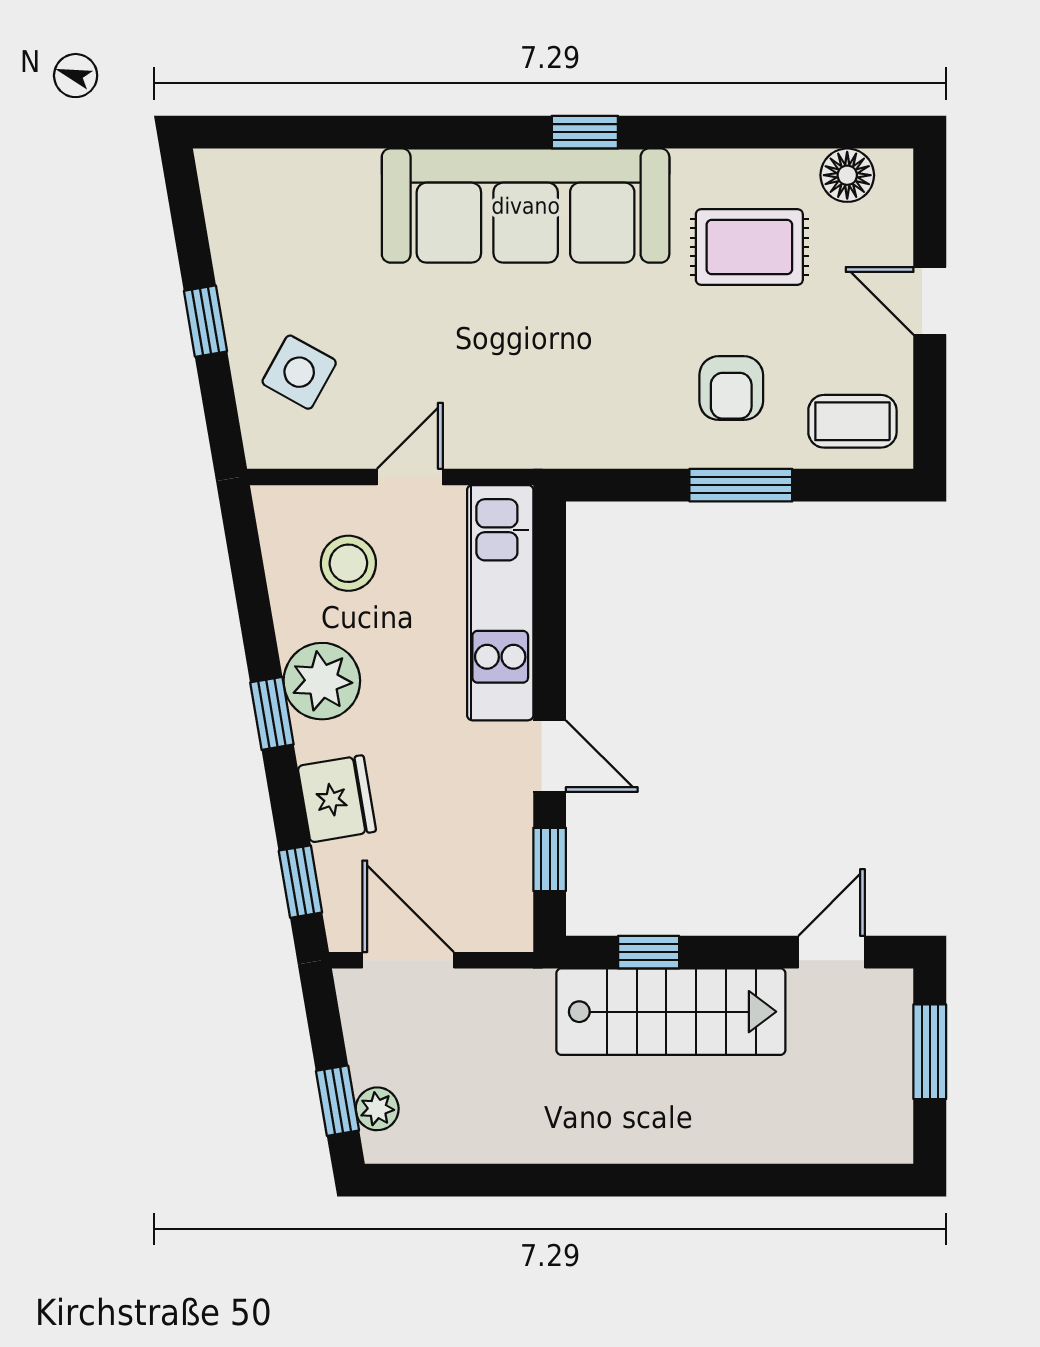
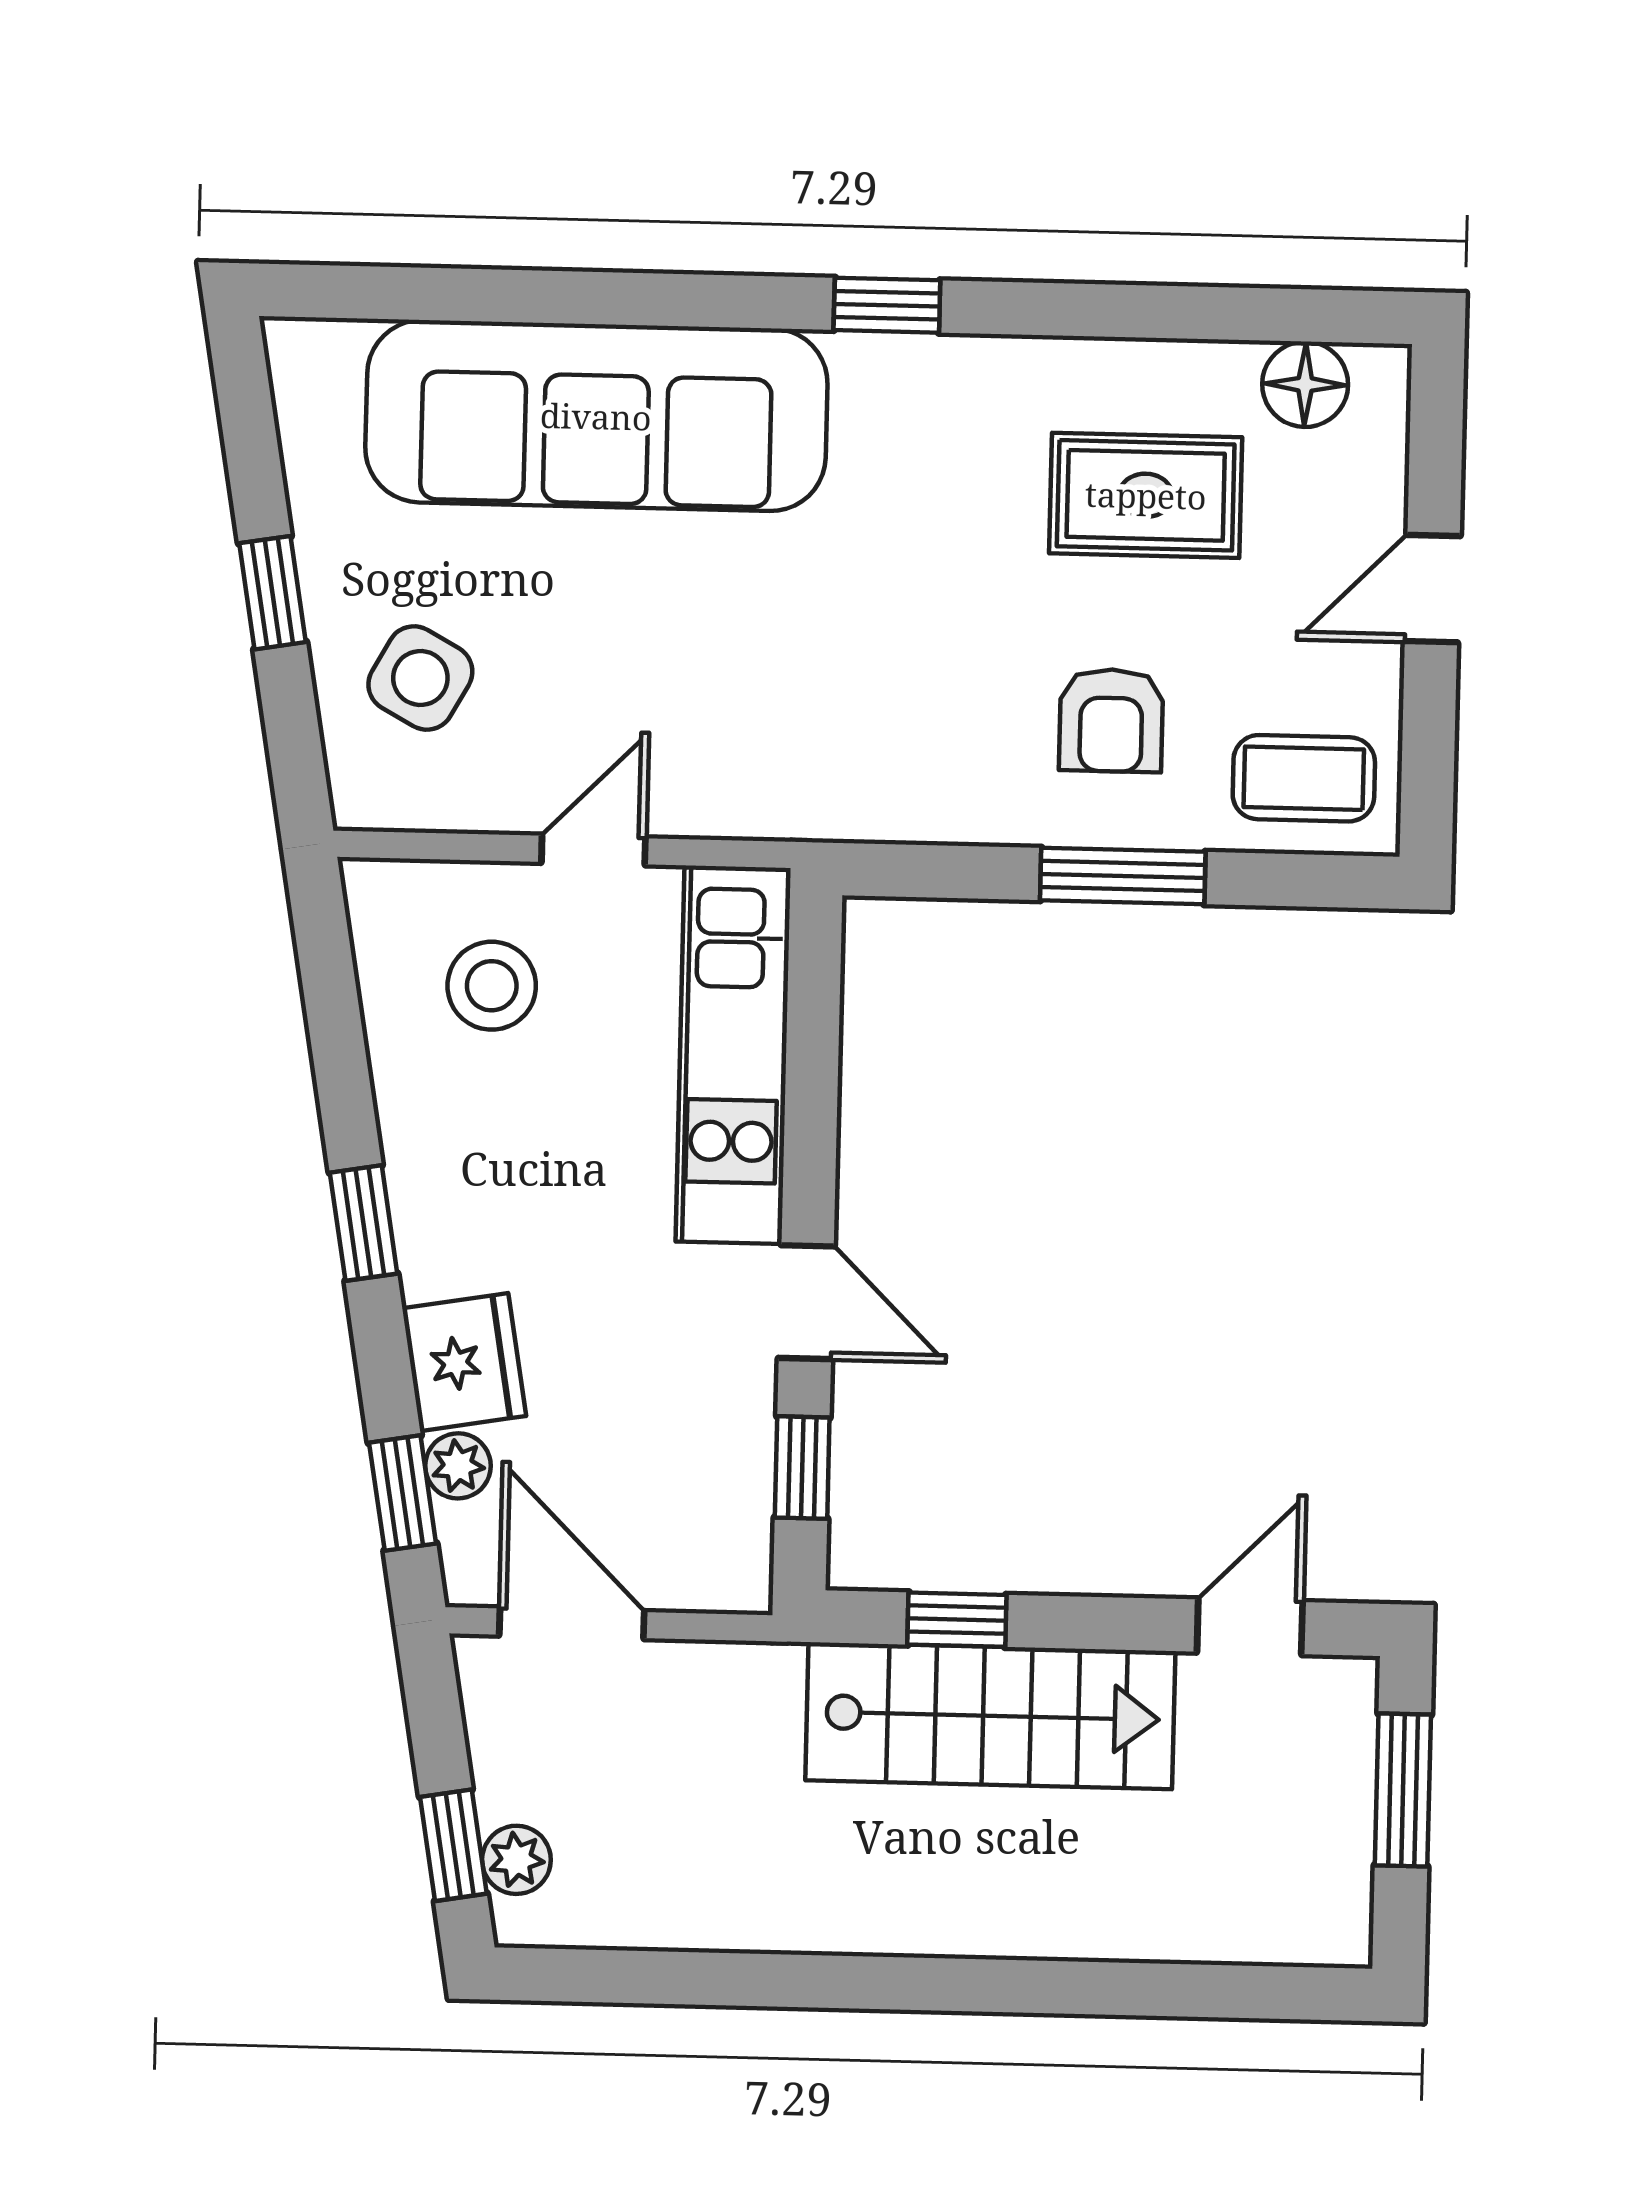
sofa: (526, 206) -> (596, 416), moved
door: (930, 301) -> (1432, 589), hinge flipped
plant: (322, 681) -> (458, 1466), moved, width x0.53, depth x0.53

